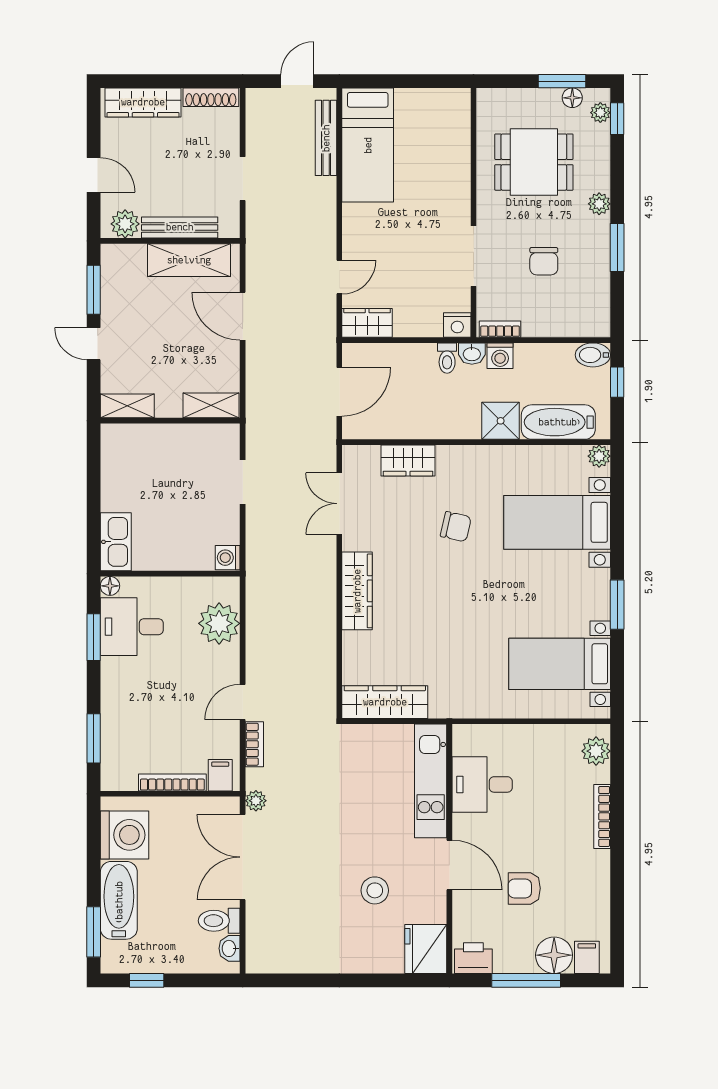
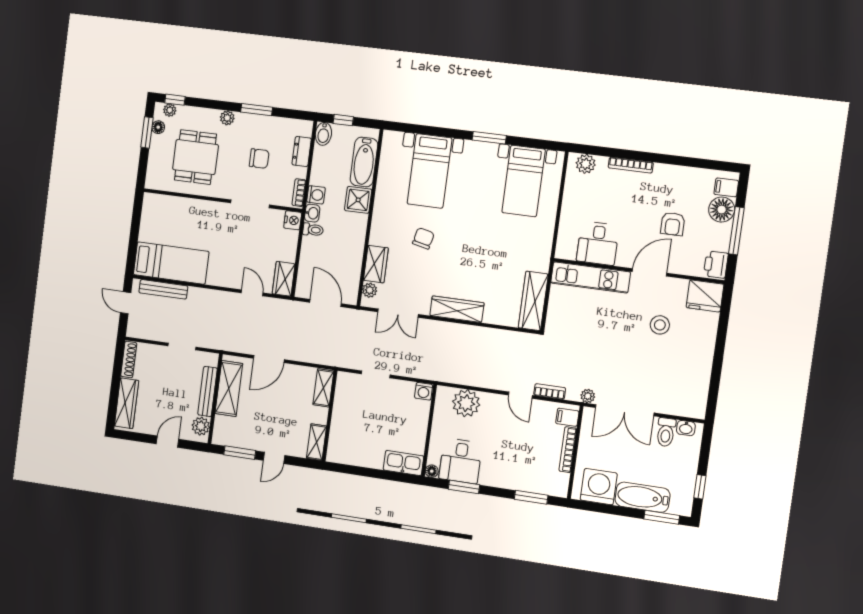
dresser: (562, 325) -> (302, 151), added
plant: (599, 456) -> (370, 290), moved

